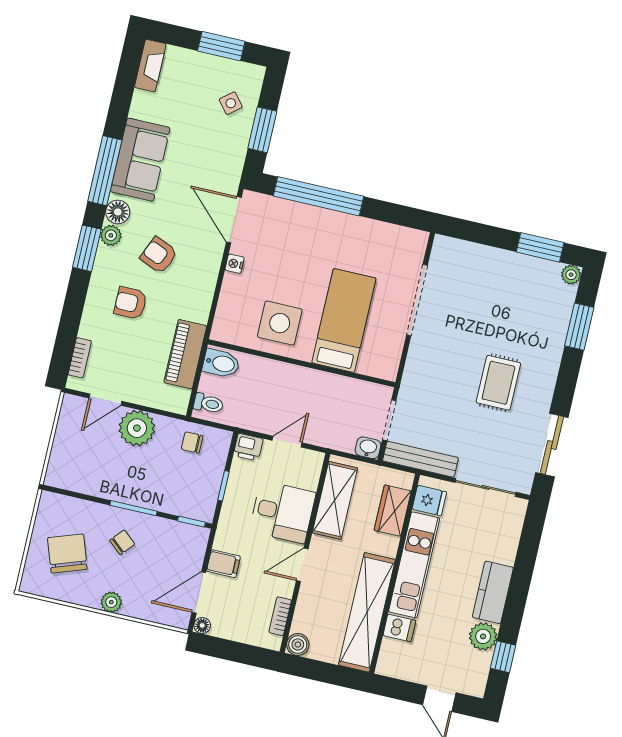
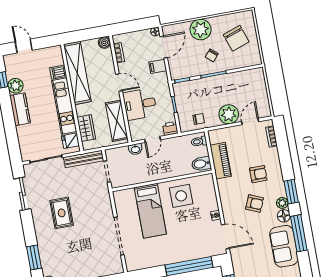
washbasin: (368, 448) -> (135, 149), moved
door: (302, 565) -> (119, 82), hinge flipped
plant: (111, 602) -> (201, 30), width x1.87, depth x1.87

